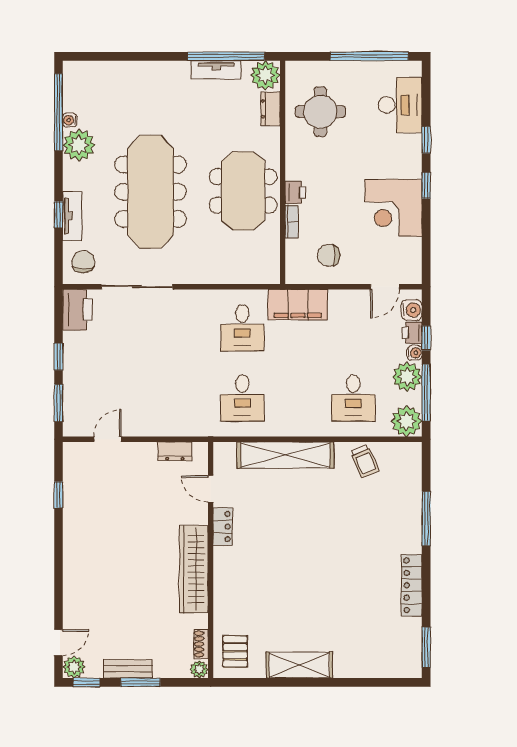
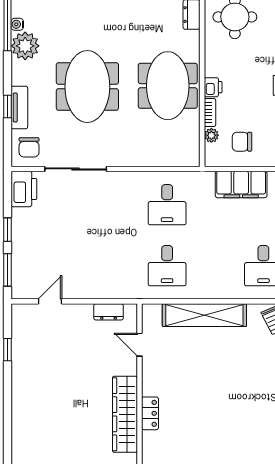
meeting table: (151, 192) -> (87, 86), width x0.73
plant: (293, 248) -> (211, 135), added
chair: (83, 262) -> (29, 147), turned 180
filing cabinet: (298, 305) -> (241, 185), moved
locker: (223, 527) -> (150, 413), moved

